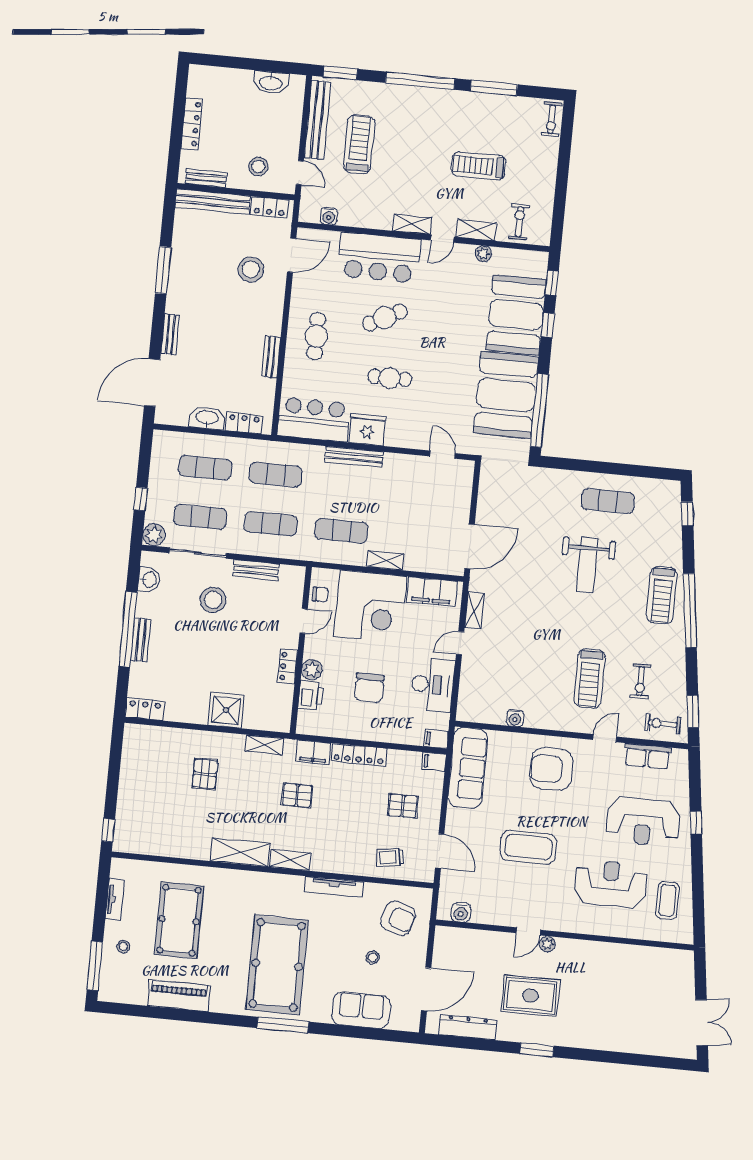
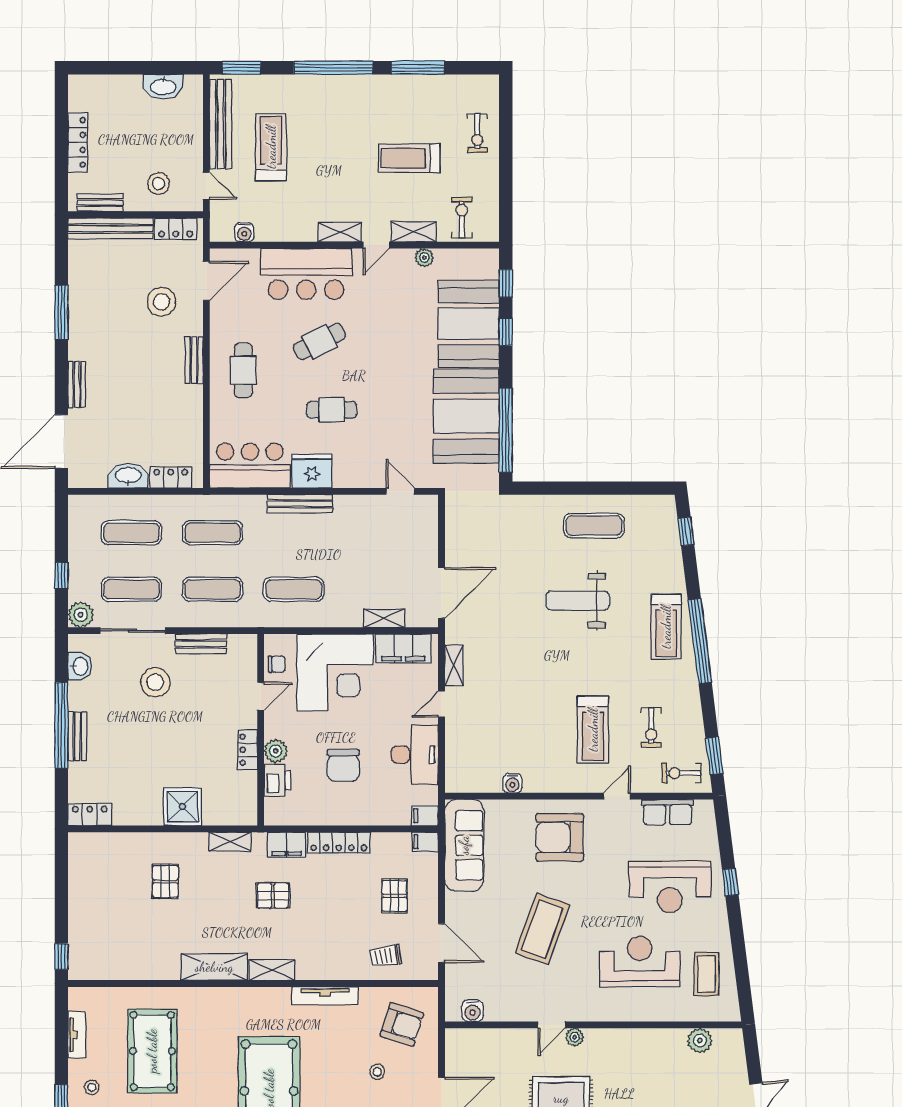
exercise bike: (552, 119) -> (477, 133), moved
bench: (271, 357) -> (194, 360), moved
shelving: (385, 560) -> (384, 618), moved
weight bench: (587, 565) -> (578, 601), turned 90
pallet: (403, 806) -> (394, 896), turned 90
coffee table: (529, 847) -> (542, 929), turned -70
plant: (656, 958) -> (700, 1040), added

